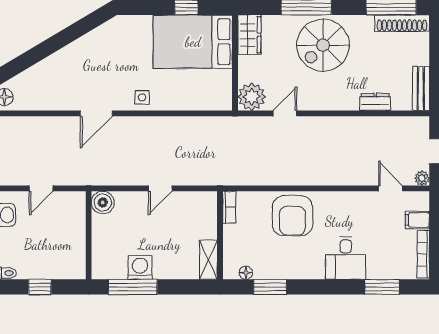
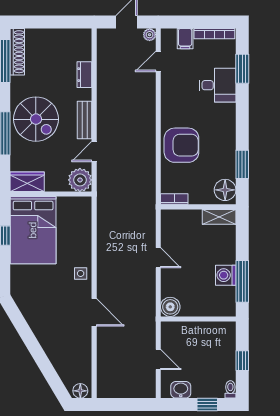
bench: (421, 88) -> (85, 120), moved, turned 90
door: (285, 113) -> (94, 152), hinge flipped
desk: (346, 258) -> (217, 85), moved
floor lamp: (246, 273) -> (225, 190), width x1.89, depth x1.89

